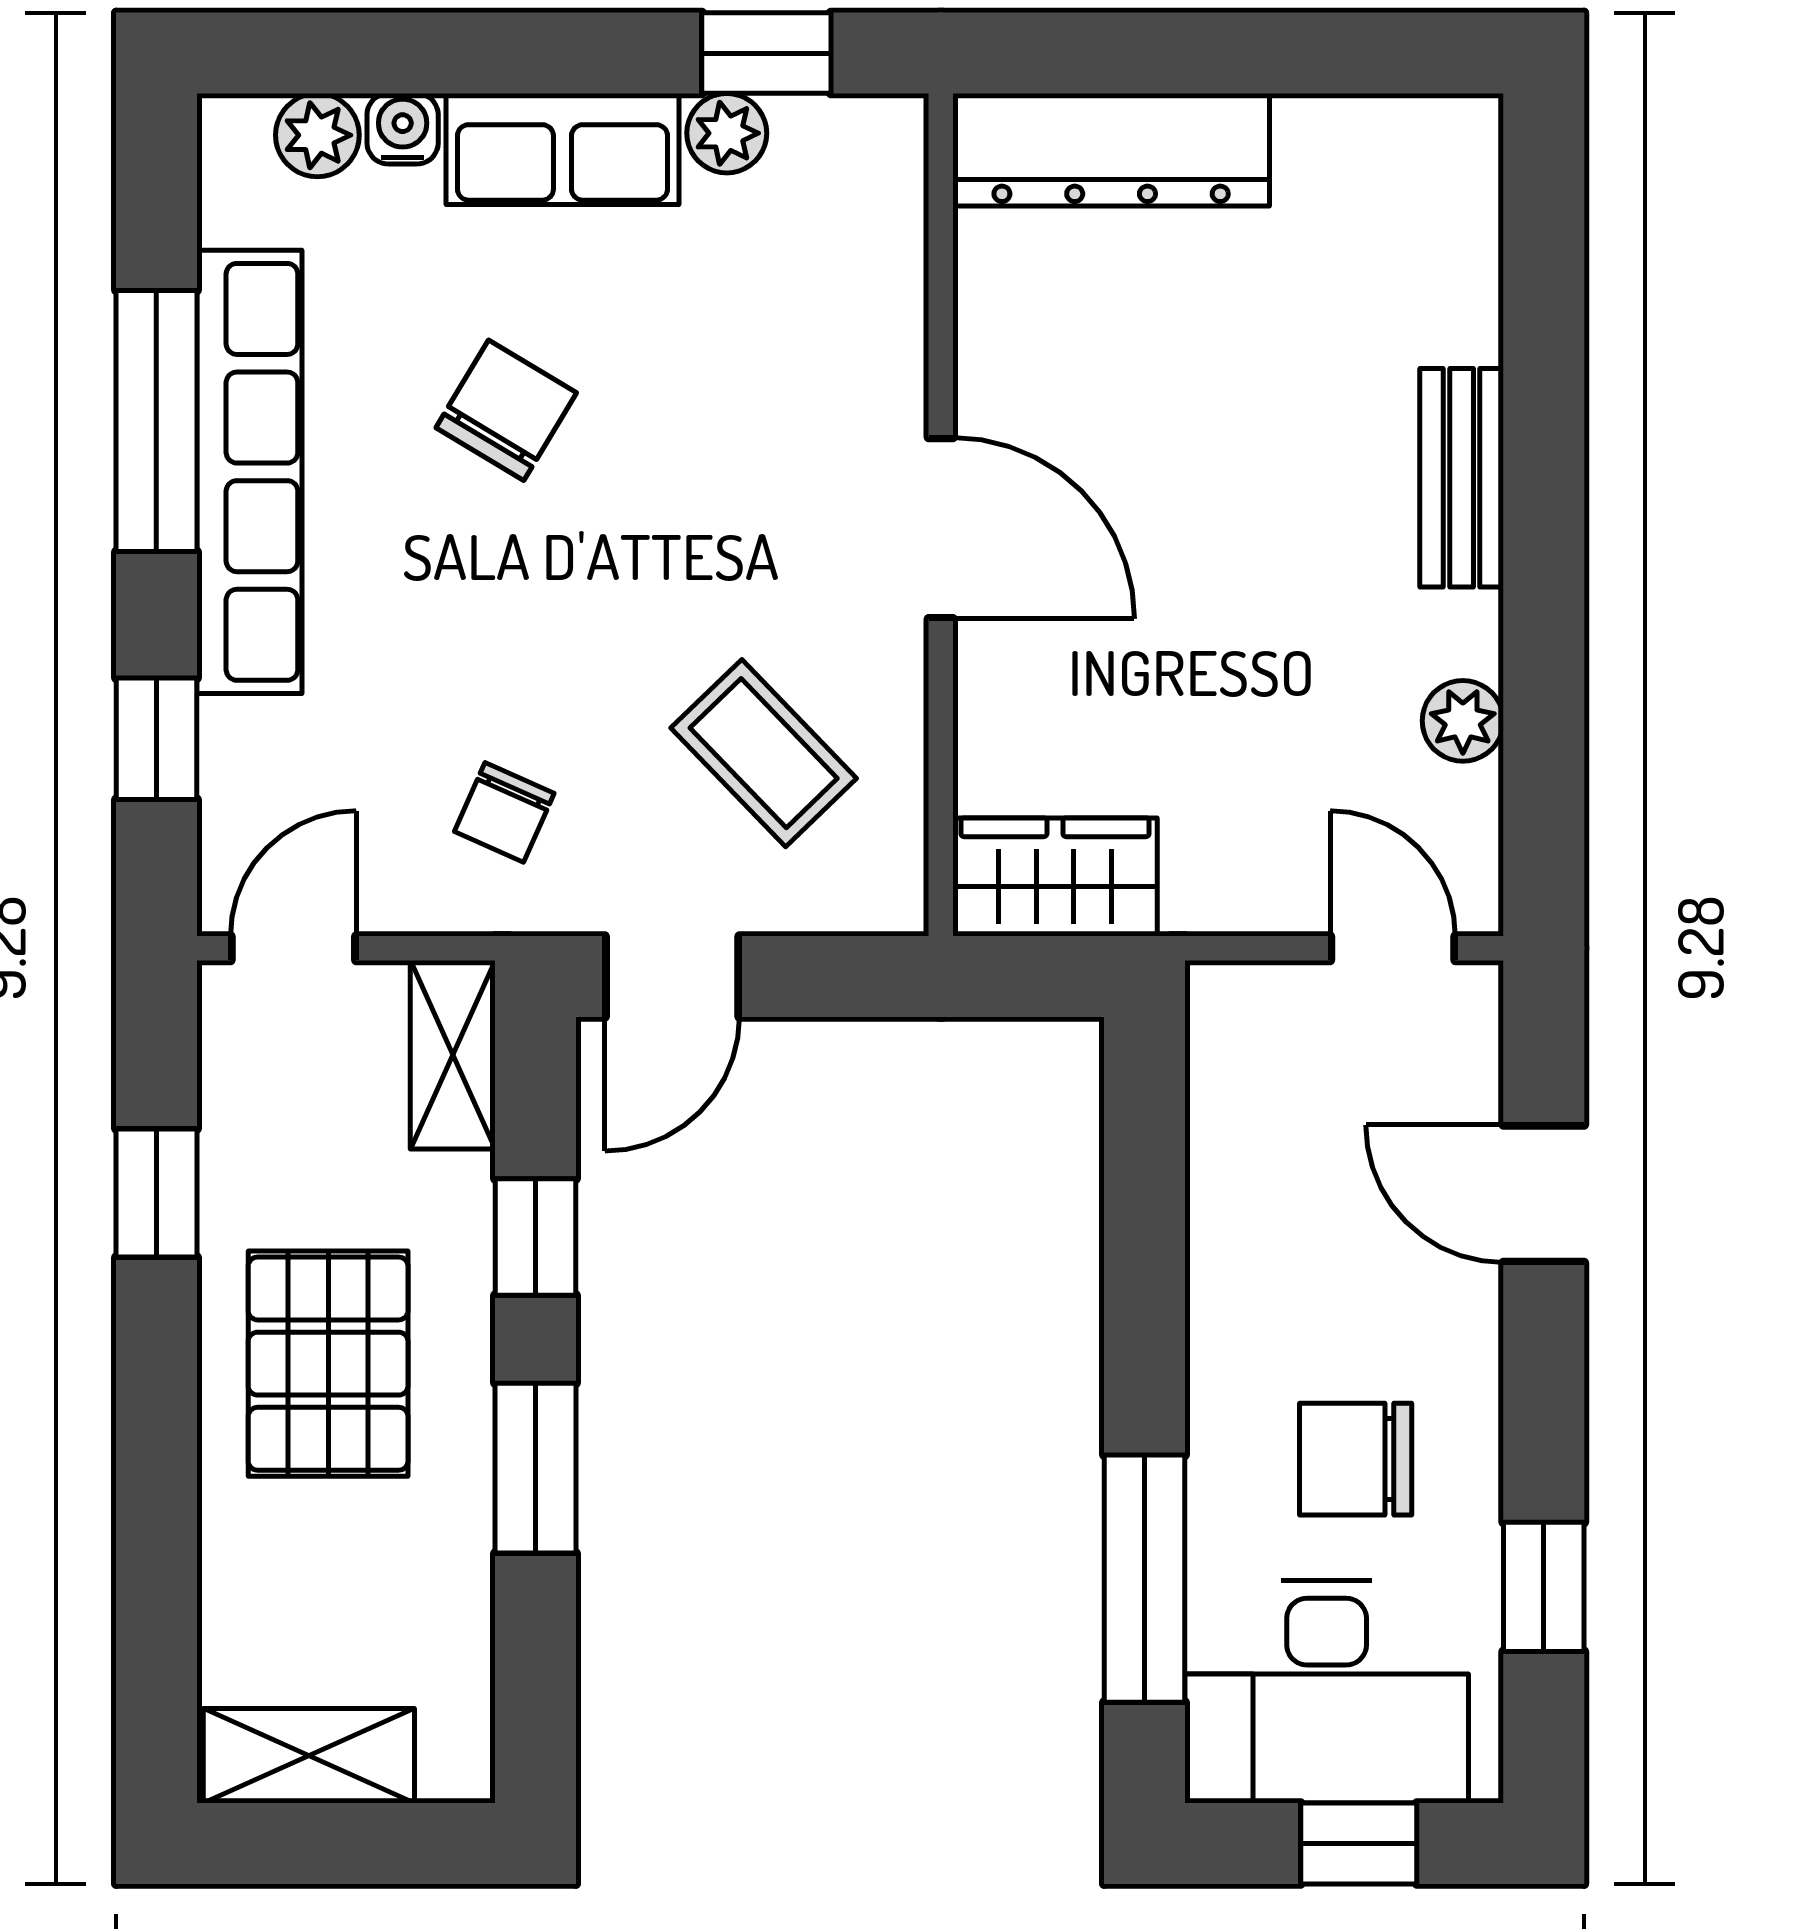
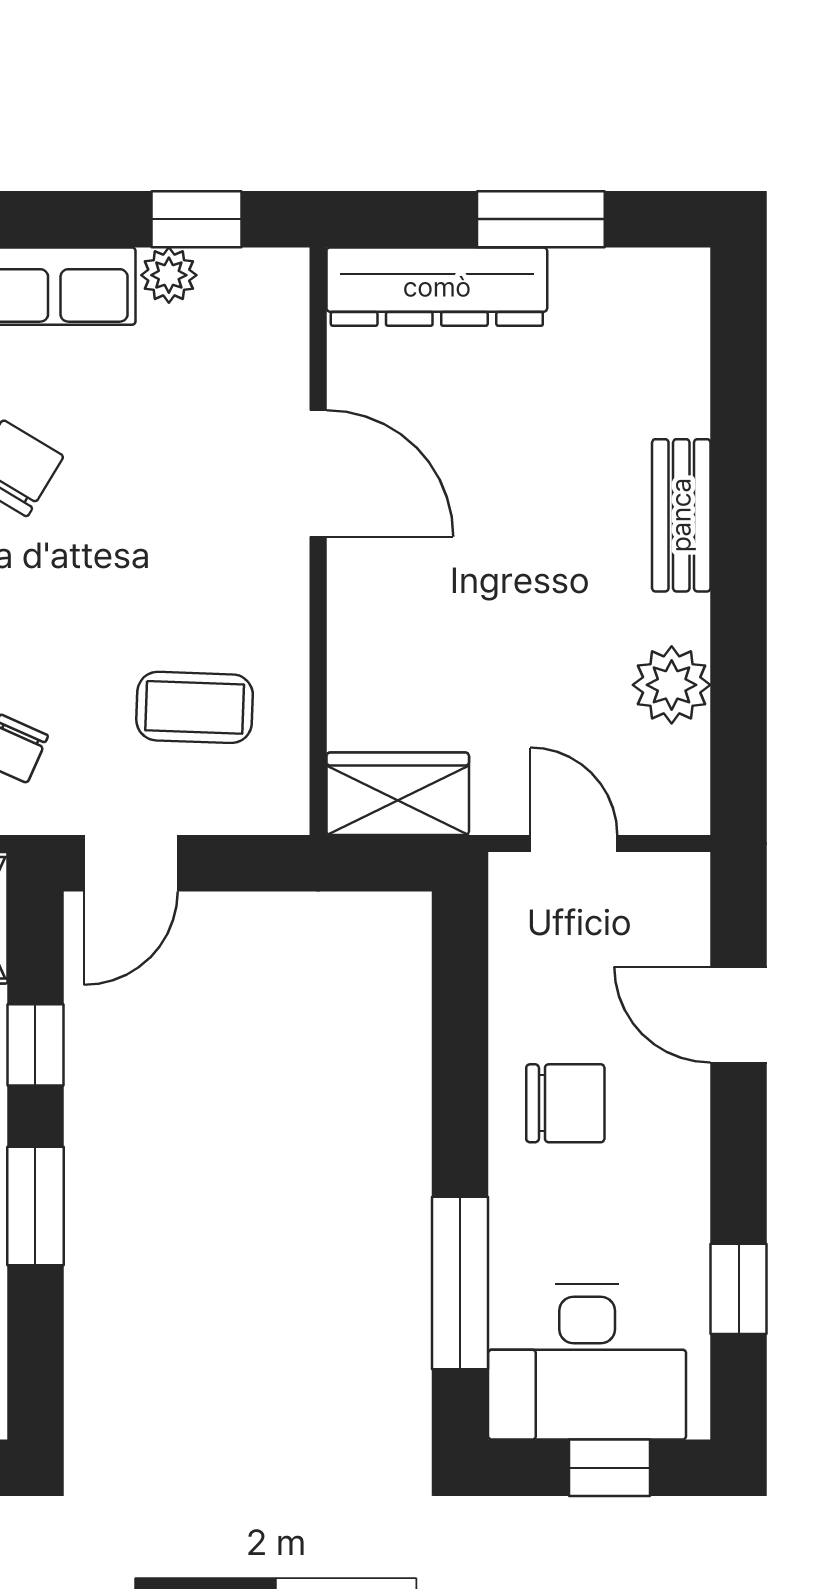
window: (1260, 53) -> (541, 219), added
door: (941, 528) -> (318, 473), moved
plant: (1463, 721) -> (672, 685), width x1.38, depth x1.38
coffee table: (764, 753) -> (195, 707), turned -44
door: (1393, 948) -> (574, 843), moved
chair: (1356, 1459) -> (565, 1103), moved, turned 180

